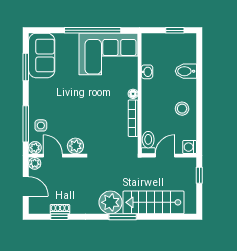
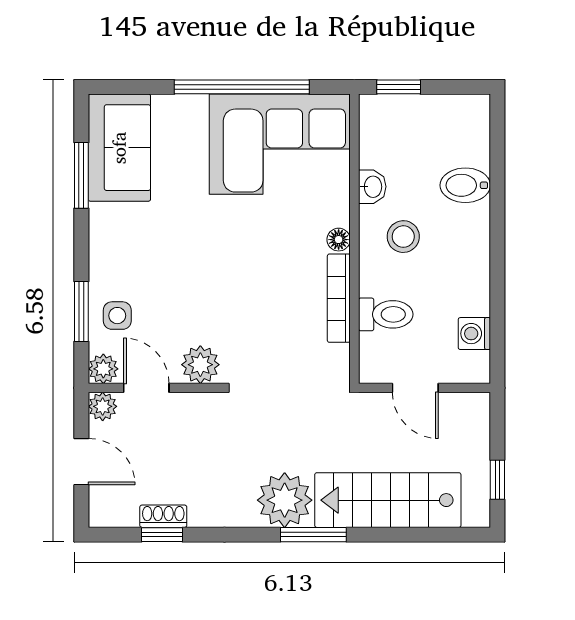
window: (175, 30) -> (399, 87), moved
stool: (182, 109) -> (403, 237), moved
window: (26, 124) -> (81, 312), width x0.69
toilet: (148, 143) -> (386, 314), moved, turned 90
washing machine: (190, 147) -> (474, 334), moved
door: (165, 156) -> (415, 388), swing flipped
window: (199, 175) -> (497, 480), moved

